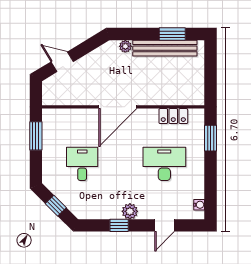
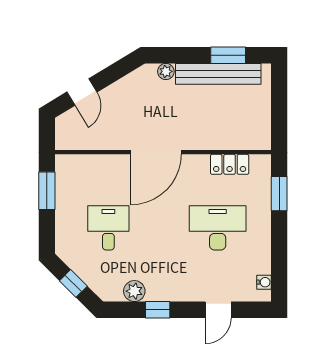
door: (62, 62) -> (82, 92), swing flipped
plant: (130, 211) -> (134, 291), moved

